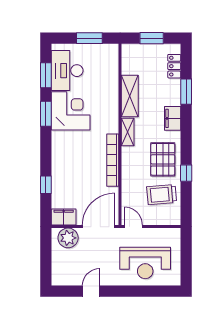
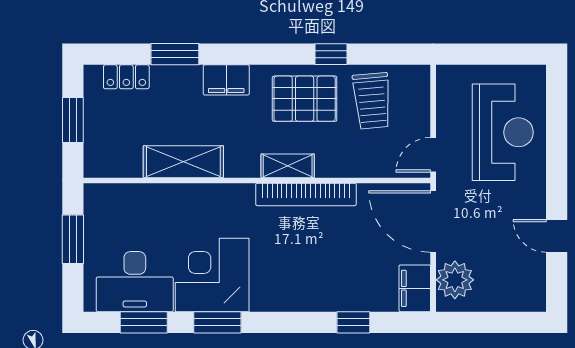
shelving: (128, 132) -> (288, 166), moved

